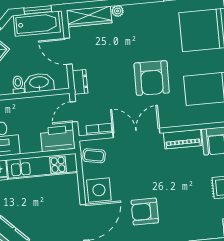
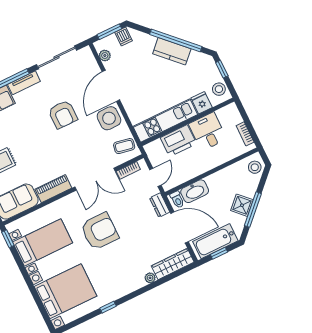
window: (38, 10) -> (219, 253), width x0.67
door: (68, 51) -> (180, 227), width x1.36
armchair: (152, 78) -> (99, 231), turned 89
toilet: (18, 85) -> (177, 200), moved
printer: (58, 138) -> (178, 141), moved
armchair: (145, 212) -> (63, 114), turned 90

